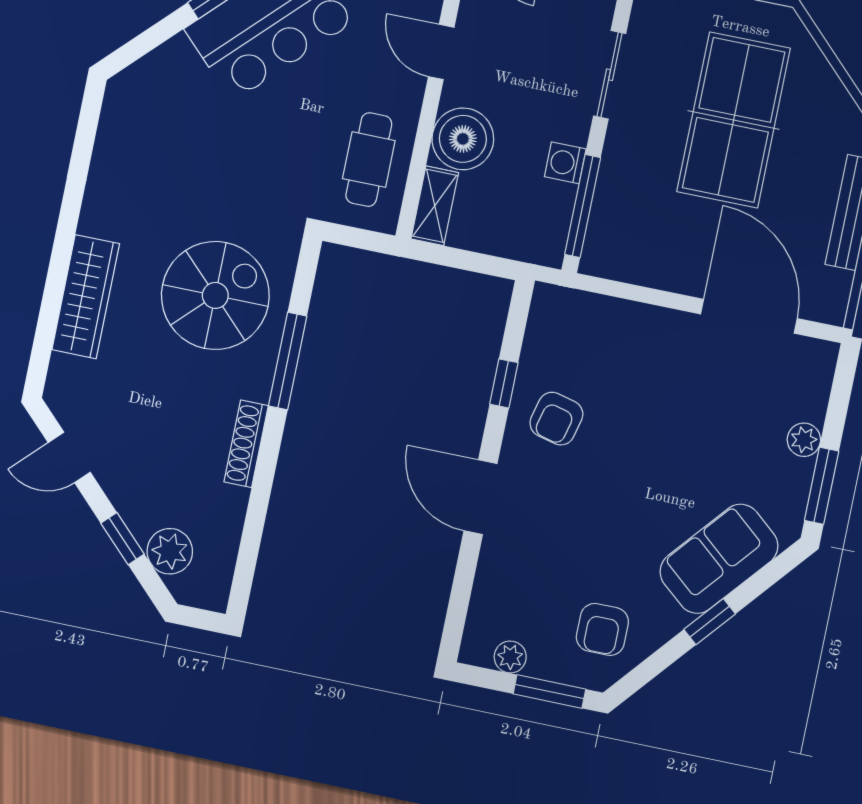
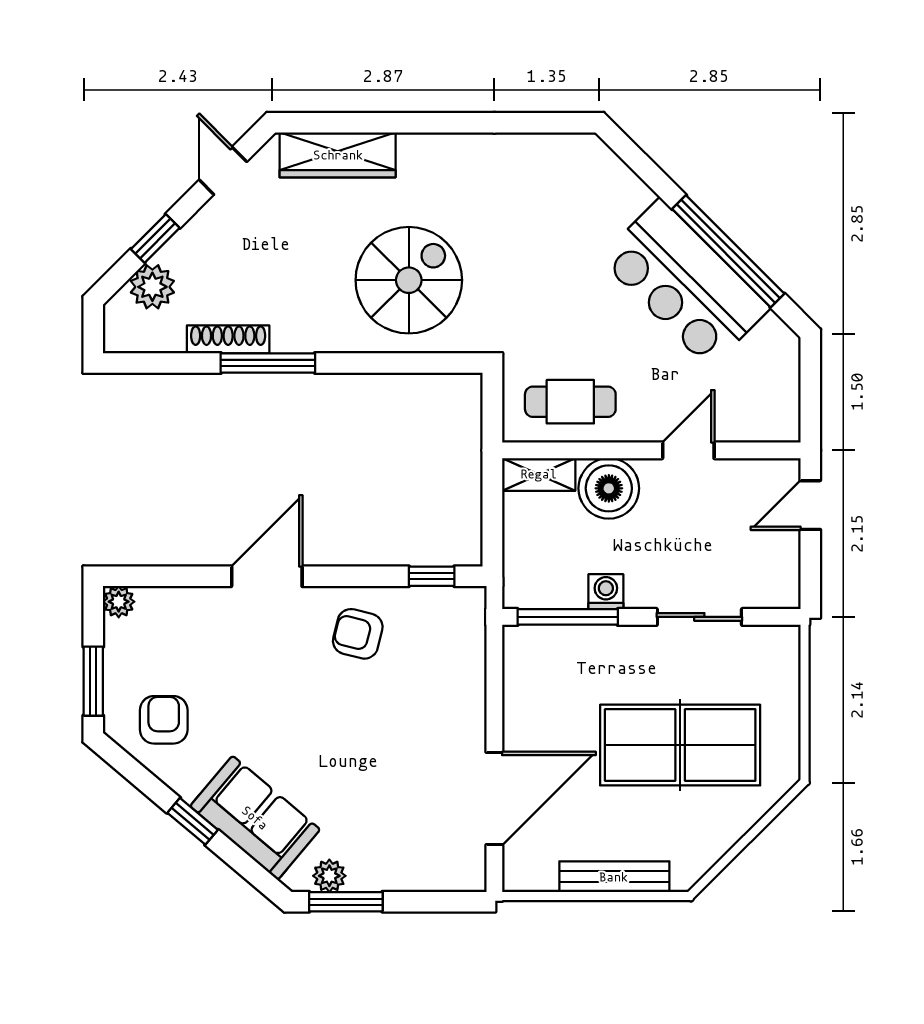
spiral stairs: (215, 295) -> (409, 280), turned -90
wardrobe: (86, 297) -> (338, 155), moved
window: (288, 361) -> (268, 363), moved
window: (504, 383) -> (432, 576), moved
plant: (804, 440) -> (329, 876), moved
shoe rack: (246, 444) -> (228, 339), moved
armchair: (602, 629) -> (164, 720), turned 90
plant: (510, 657) -> (119, 602), moved

